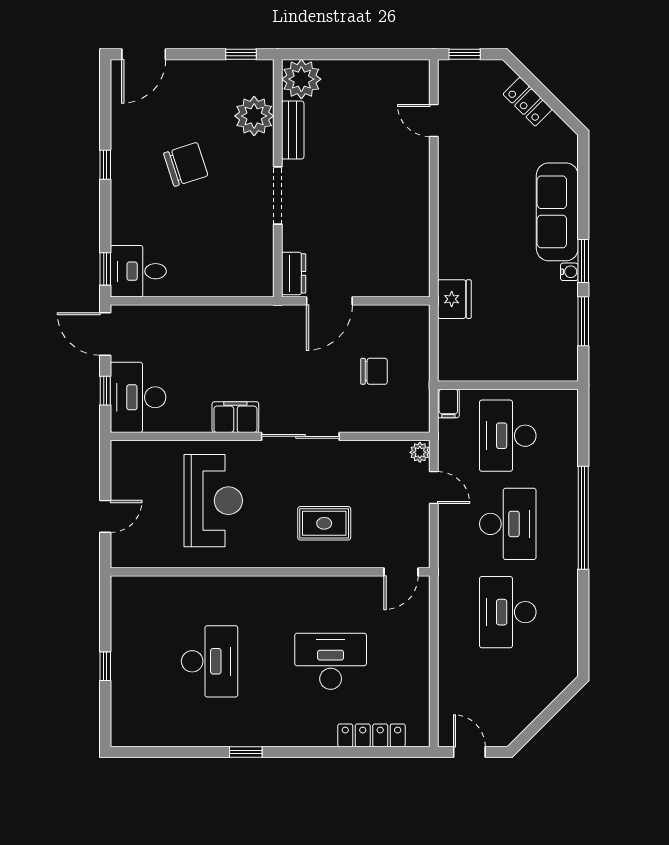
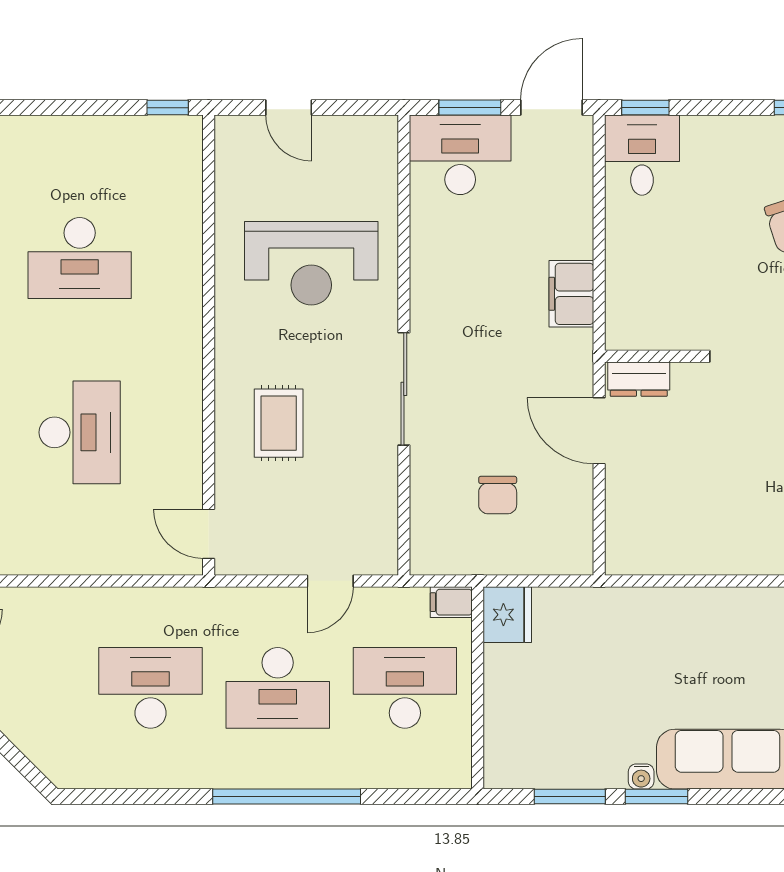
fridge: (454, 299) -> (507, 615), moved, turned -90
window: (105, 391) -> (470, 108), width x1.50
filing cabinet: (235, 417) -> (571, 294), moved, turned 180
plant: (420, 452) -> (381, 561), removed
window: (105, 666) -> (168, 108), moved

